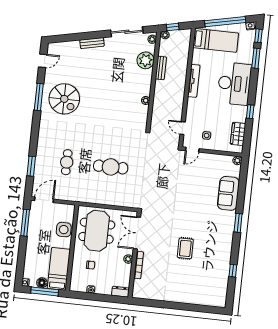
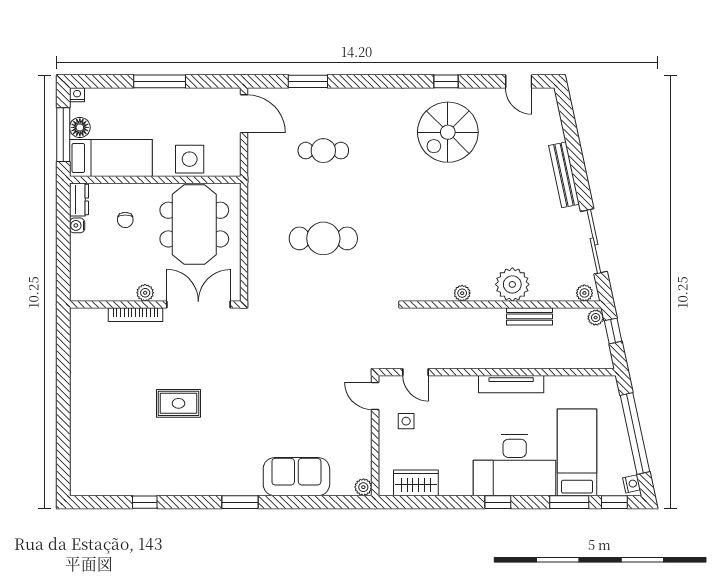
bed: (216, 40) -> (577, 452), moved, turned 180
bench: (92, 43) -> (564, 175), width x1.36
plant: (146, 60) -> (512, 284), moved
window: (39, 97) -> (446, 81), width x0.46
window: (250, 112) -> (498, 502), moved
door: (183, 128) -> (416, 372), swing flipped
cafe table: (111, 167) -> (323, 238), turned 90
window: (25, 223) -> (160, 81), moved
meeting table: (97, 231) -> (194, 225), turned 90
dresser: (120, 292) -> (79, 200), moved

